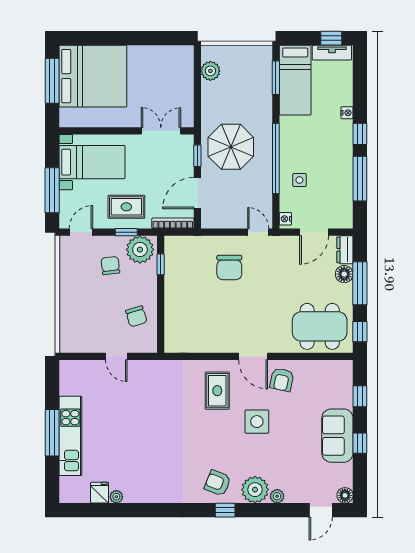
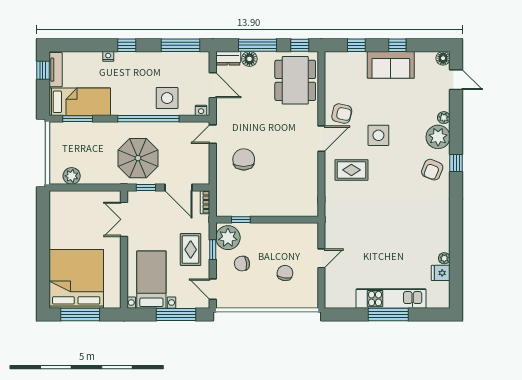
window: (360, 179) -> (181, 45), moved
side table: (299, 180) -> (167, 98), width x1.87, depth x1.87
bookcase: (173, 223) -> (205, 202), width x0.64
chair: (229, 268) -> (244, 159), turned -90
chair: (136, 316) -> (285, 273), moved, turned -65

